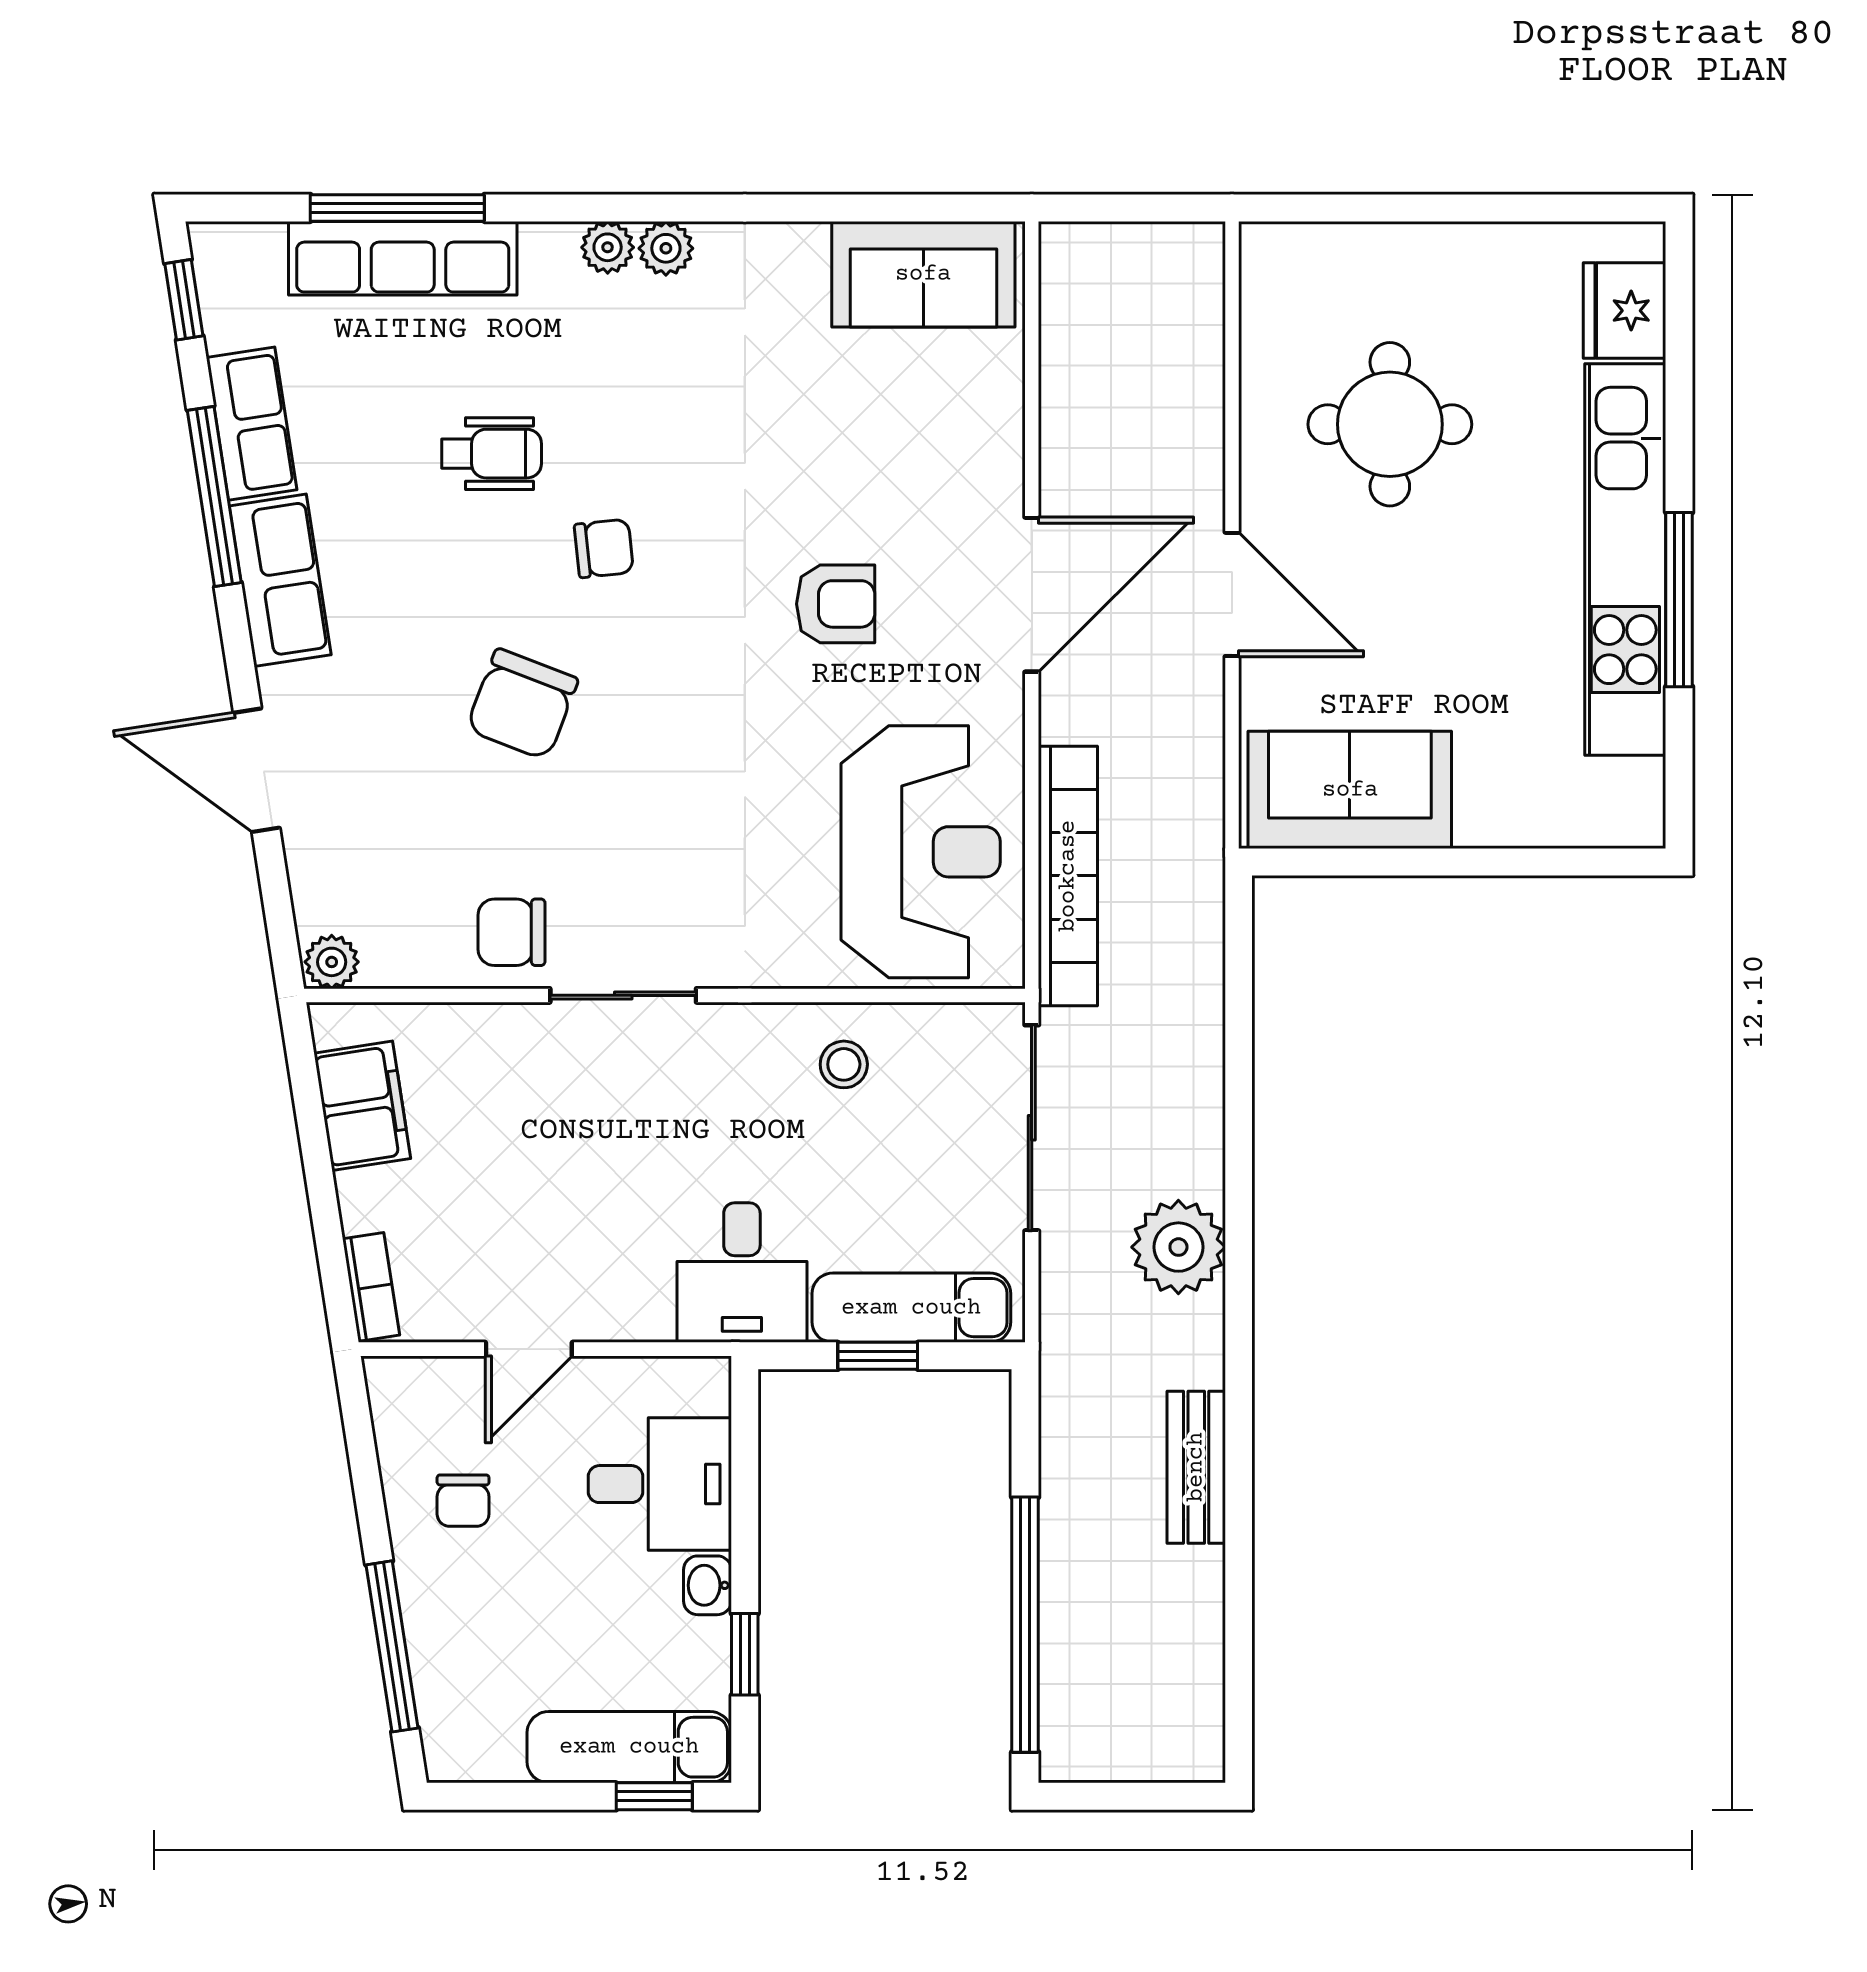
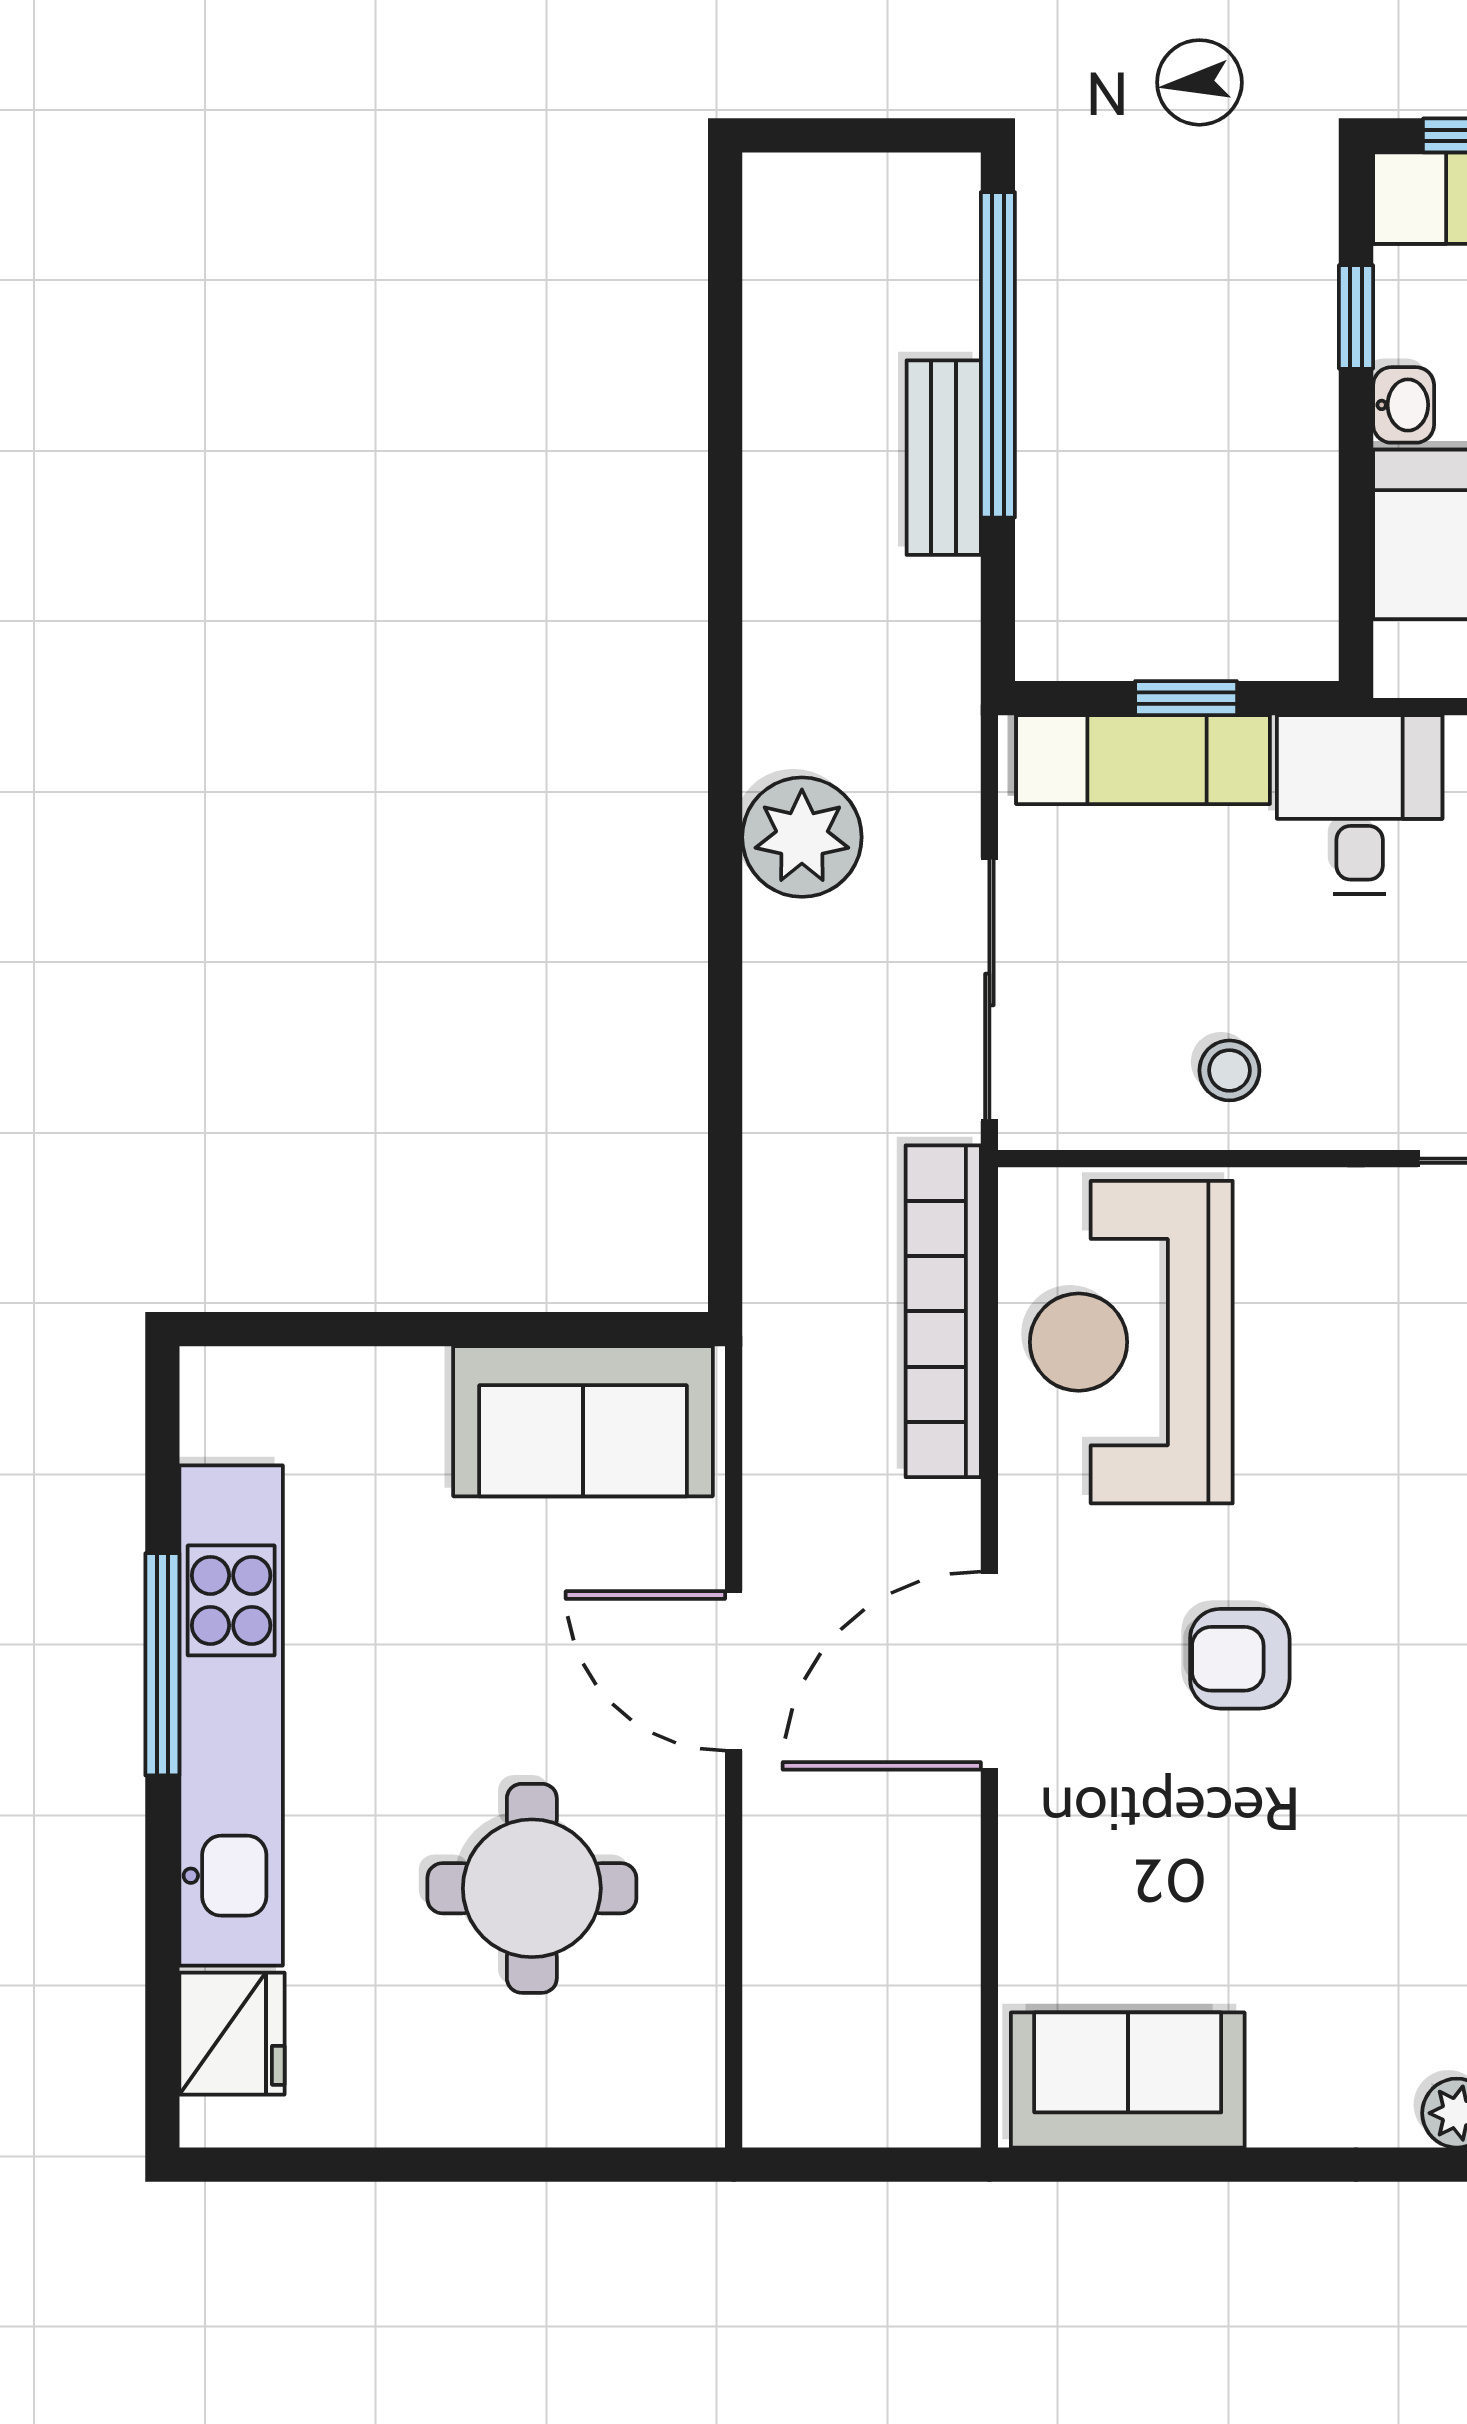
bench: (1196, 1467) -> (944, 458), moved

